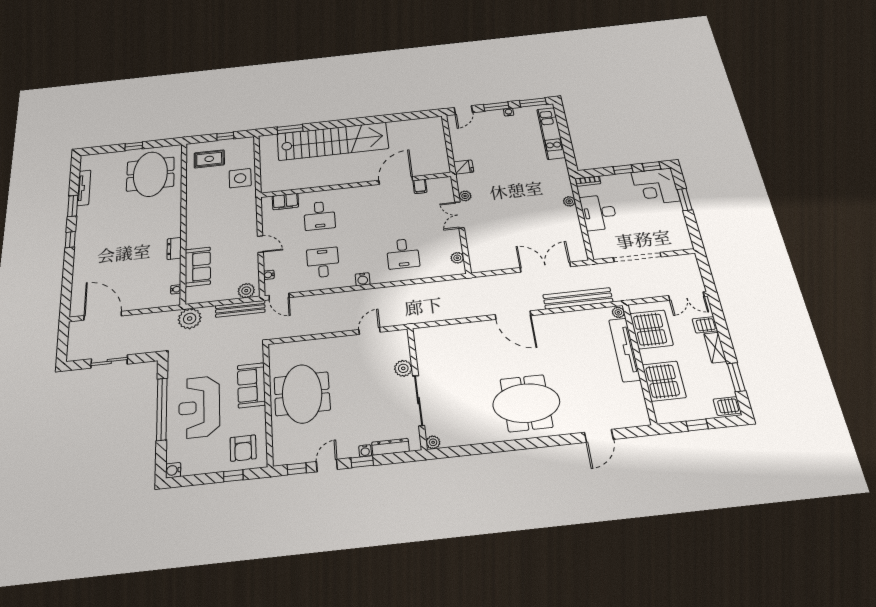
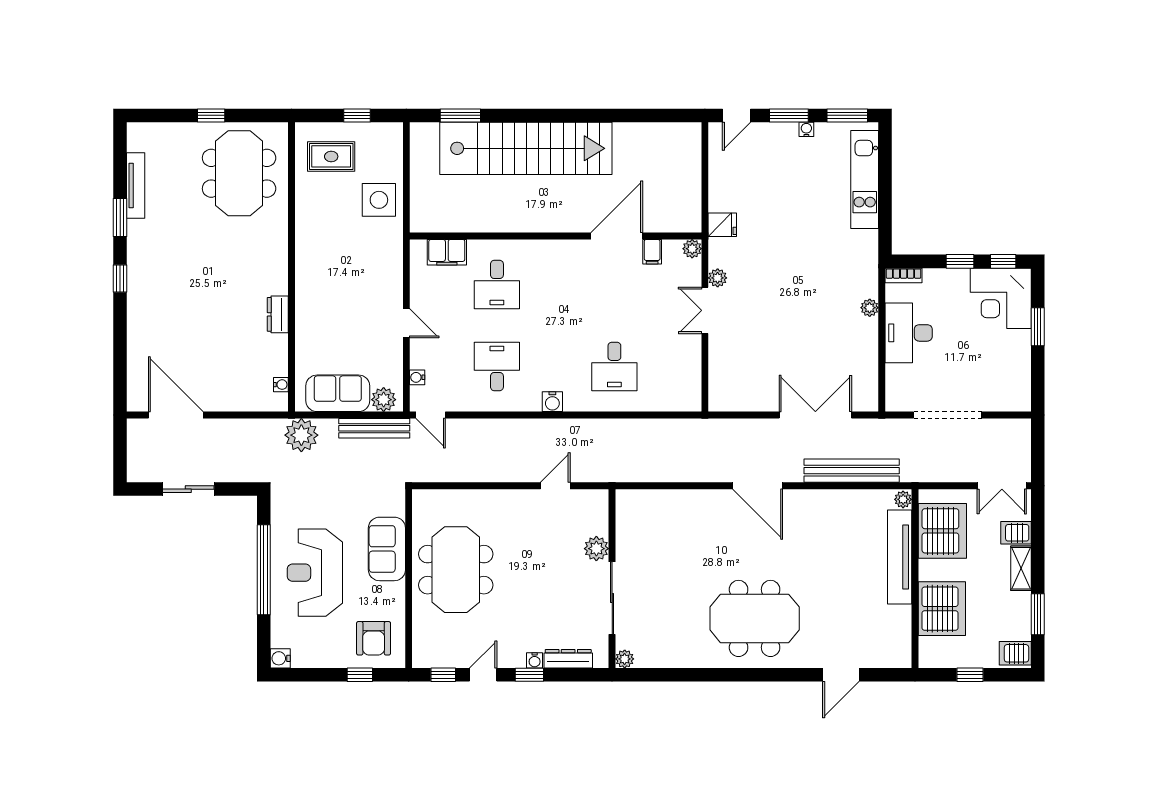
plant: (457, 258) -> (692, 249), moved
sofa: (198, 267) -> (338, 393), moved, turned -90

